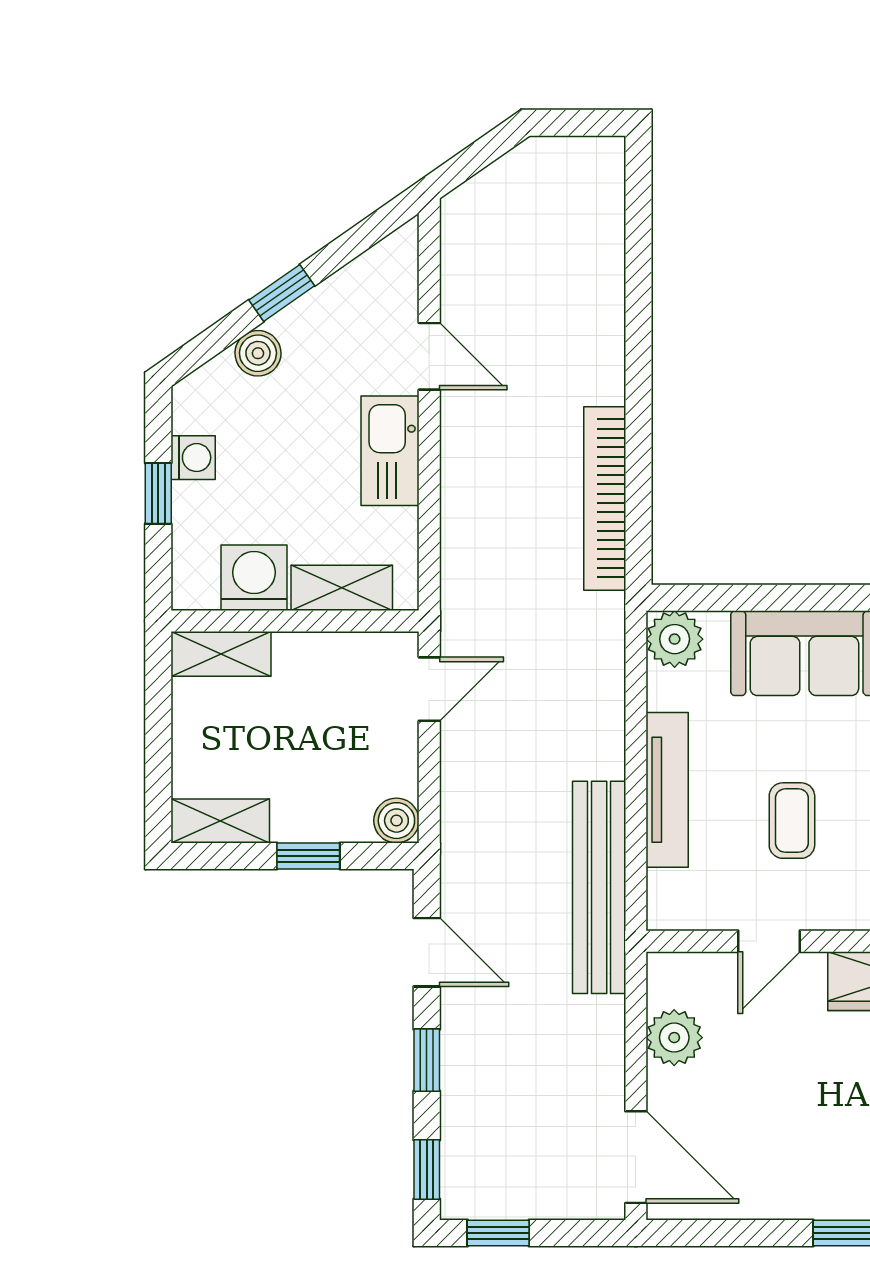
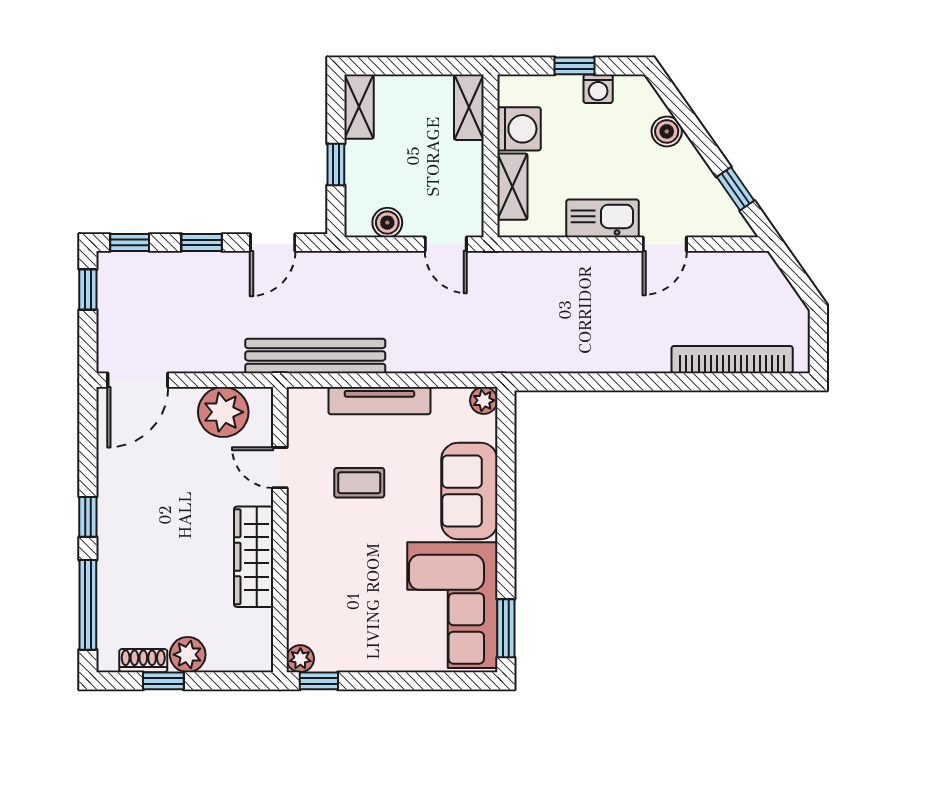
window: (282, 293) -> (736, 189), moved
bookcase: (605, 498) -> (732, 360), moved
plant: (675, 639) -> (484, 400), width x0.73, depth x0.73
boiler: (396, 821) -> (387, 223), moved
plant: (674, 1038) -> (223, 412), width x1.36, depth x1.36

